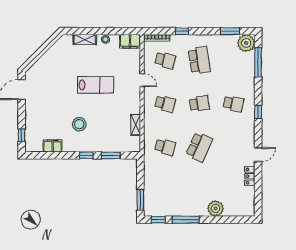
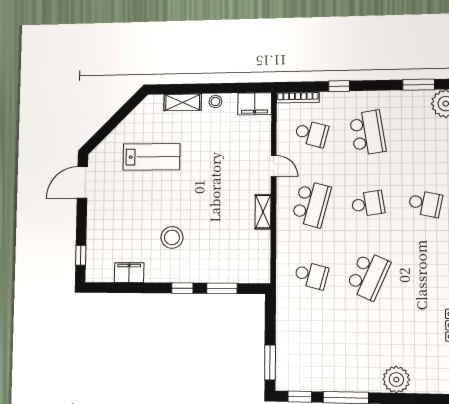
lab bench: (96, 85) -> (152, 157), moved
school desk: (165, 104) -> (311, 204), width x1.85
shelving: (136, 125) -> (263, 212), moved

